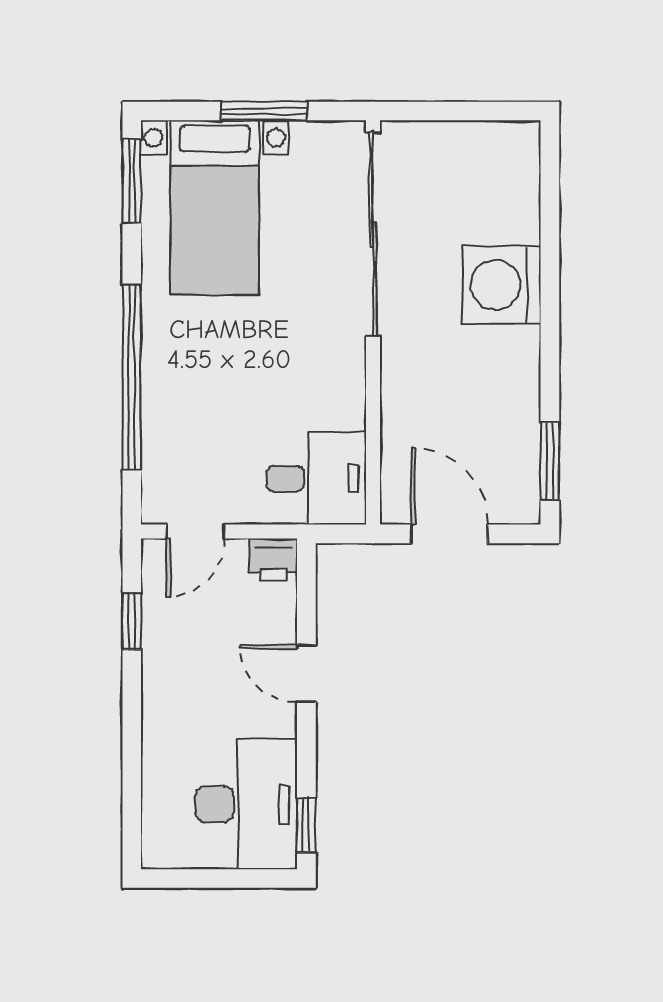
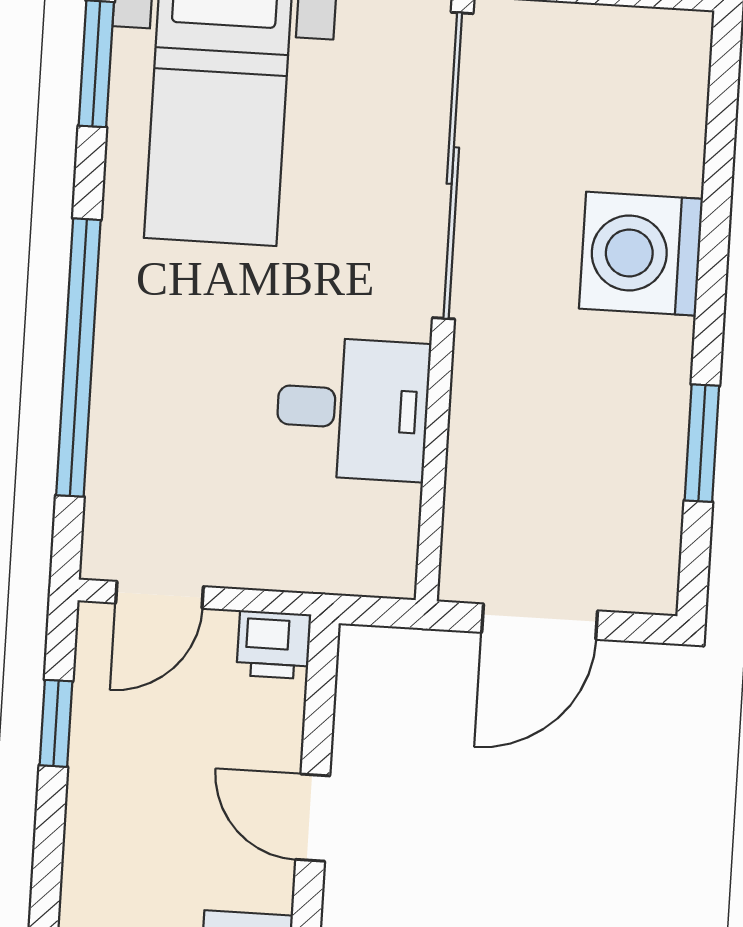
window: (550, 461) -> (702, 443), moved
desk: (316, 478) -> (353, 409), moved
door: (449, 534) -> (540, 622), swing flipped

